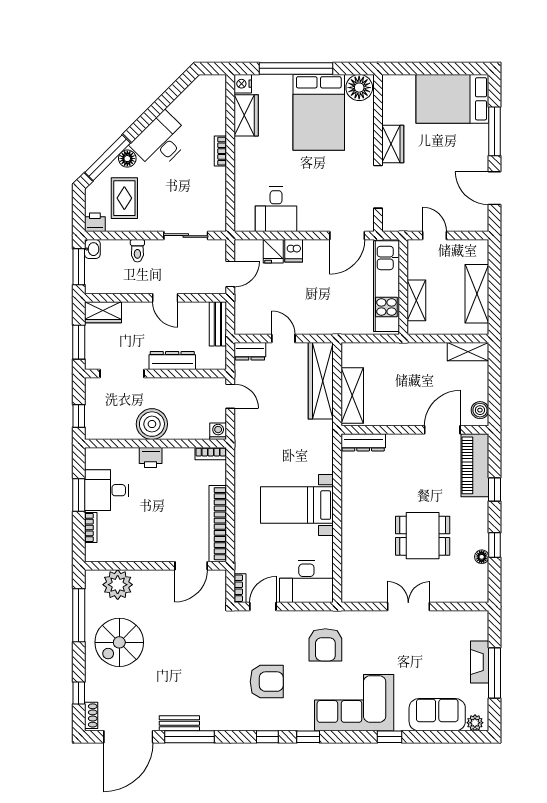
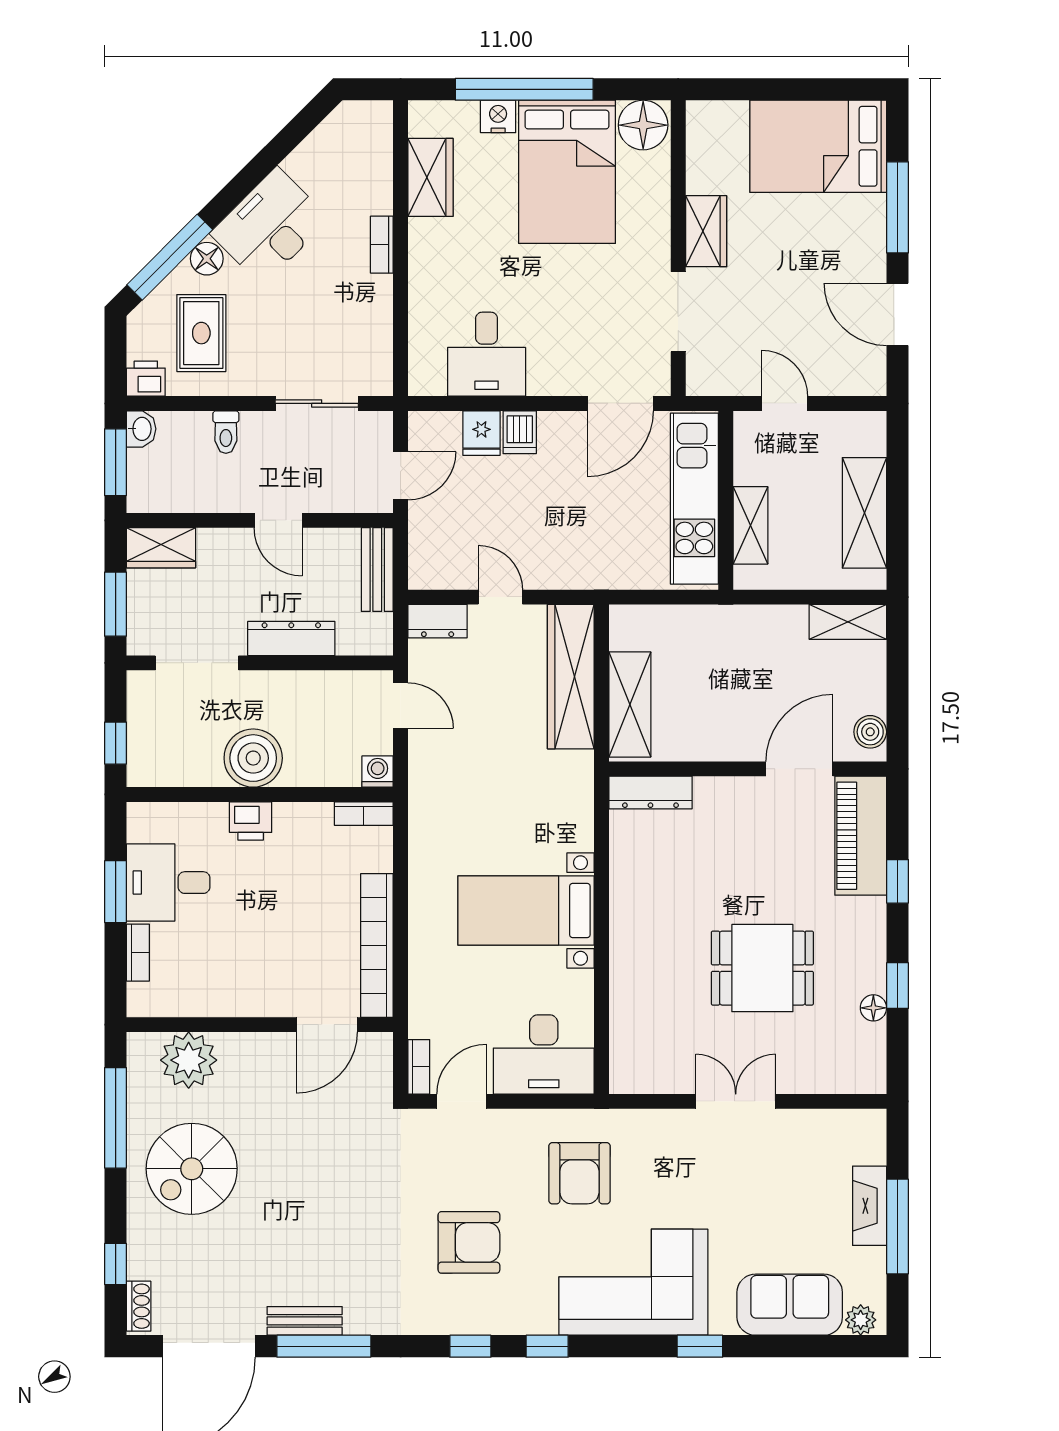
nightstand: (243, 84) -> (498, 116), moved, turned 90

